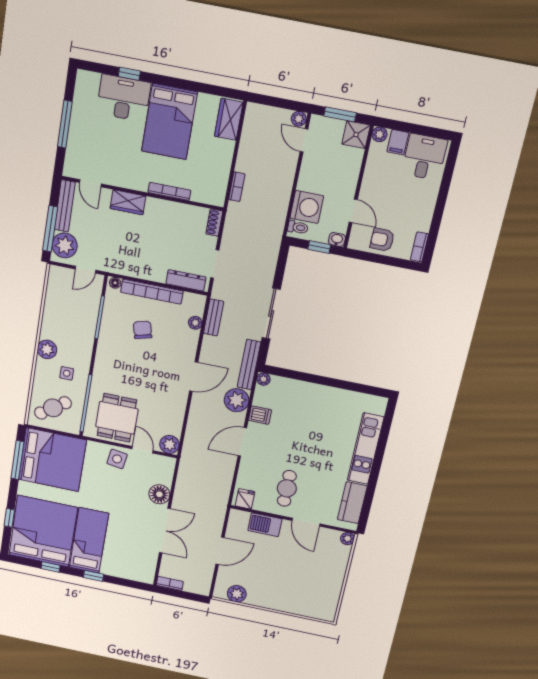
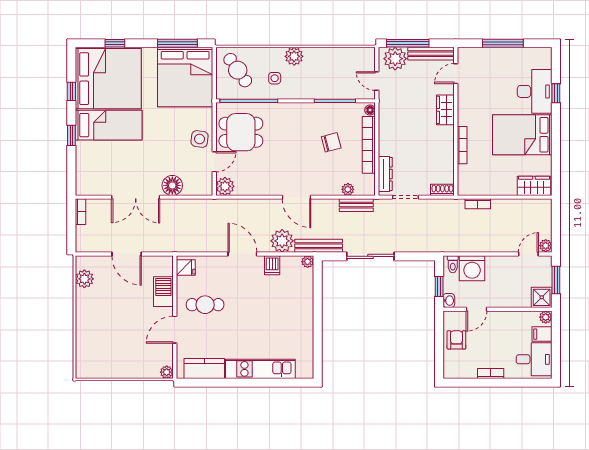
bookcase: (419, 247) -> (491, 373), moved

